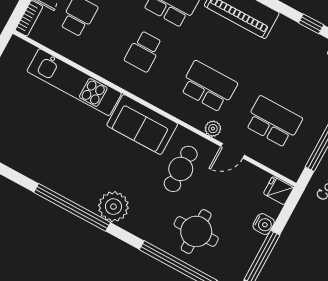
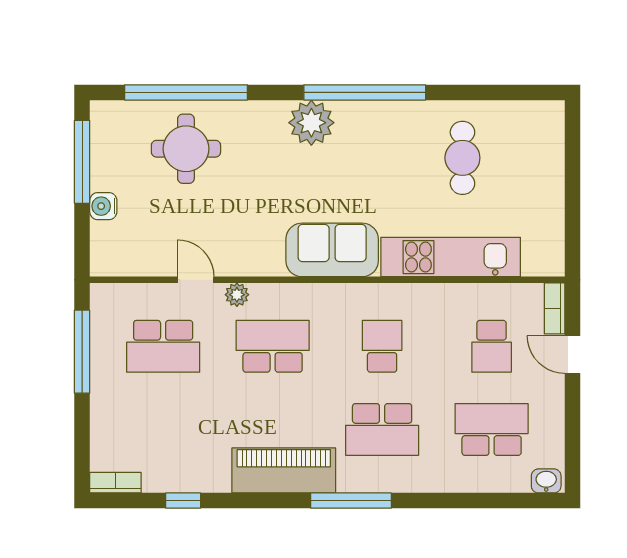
school desk: (208, 87) -> (273, 346), turned 180
door: (233, 151) -> (196, 280), hinge flipped
cafe table: (181, 169) -> (462, 158), moved
fridge: (278, 191) -> (108, 260), removed

